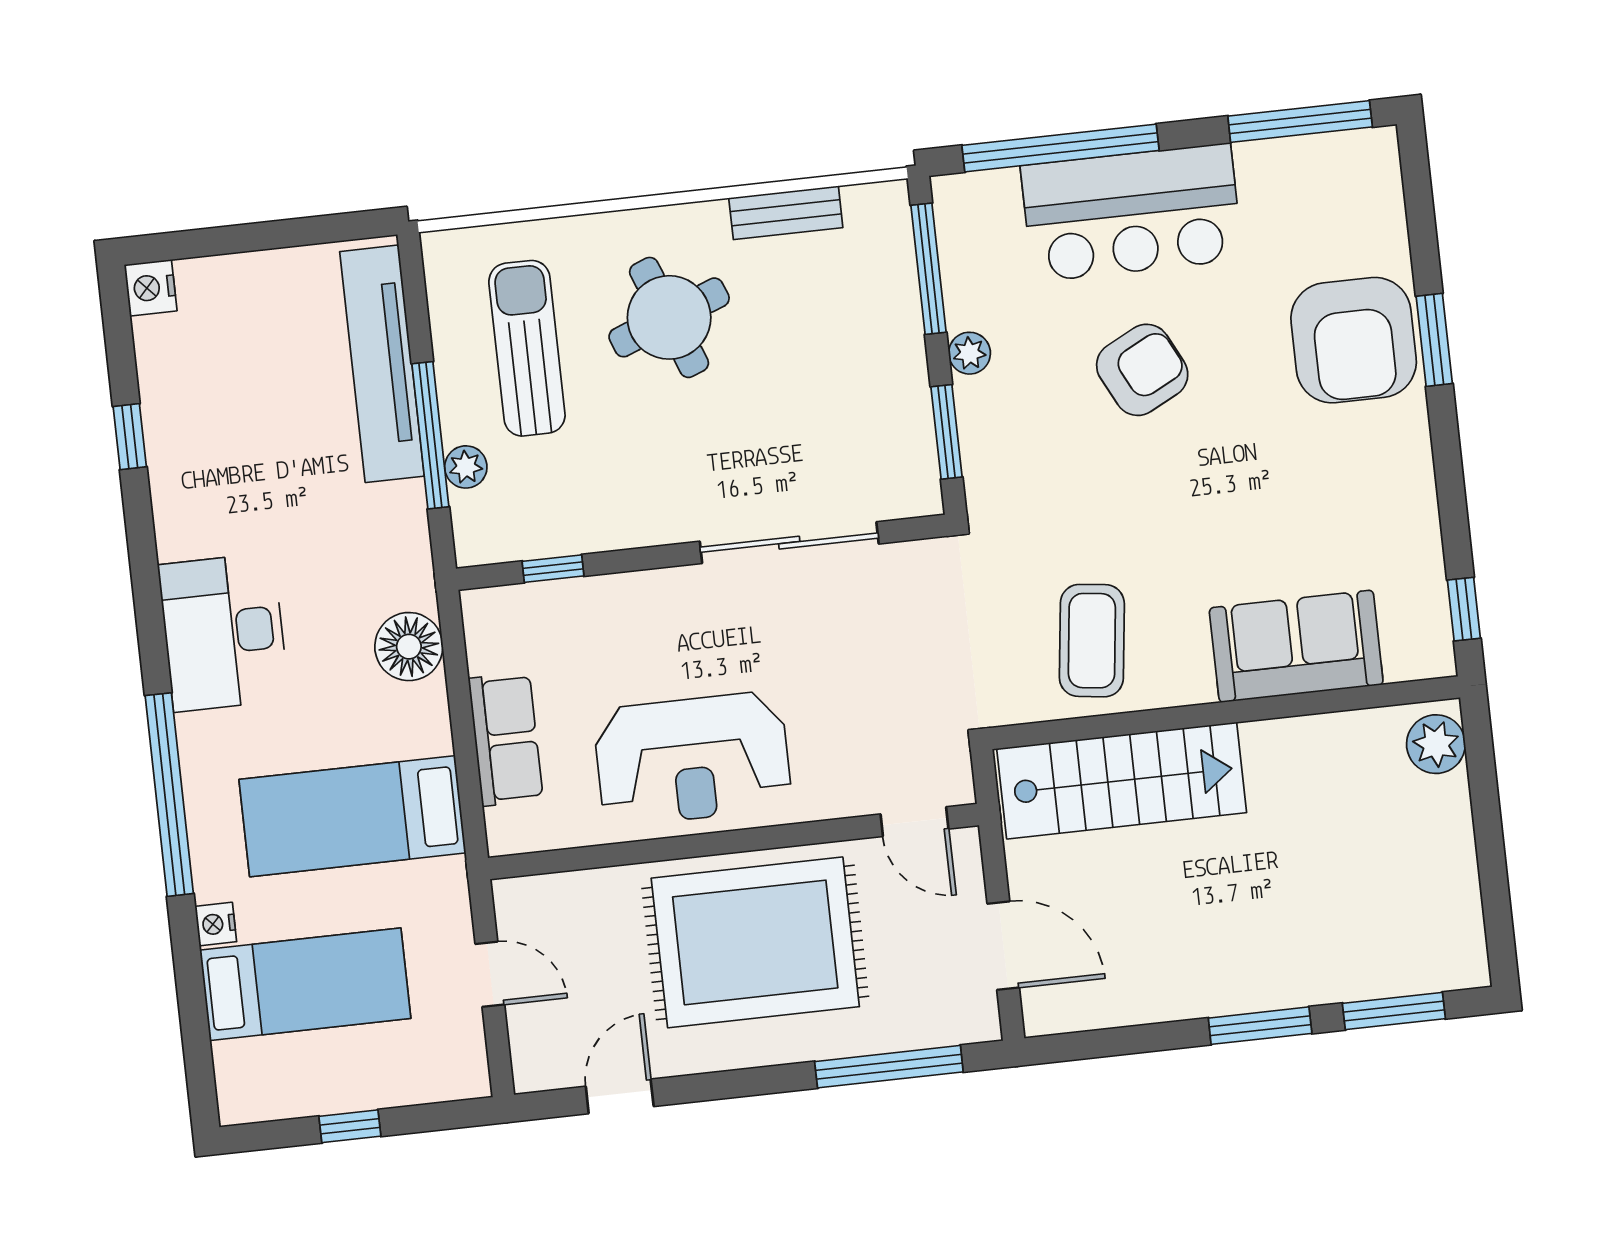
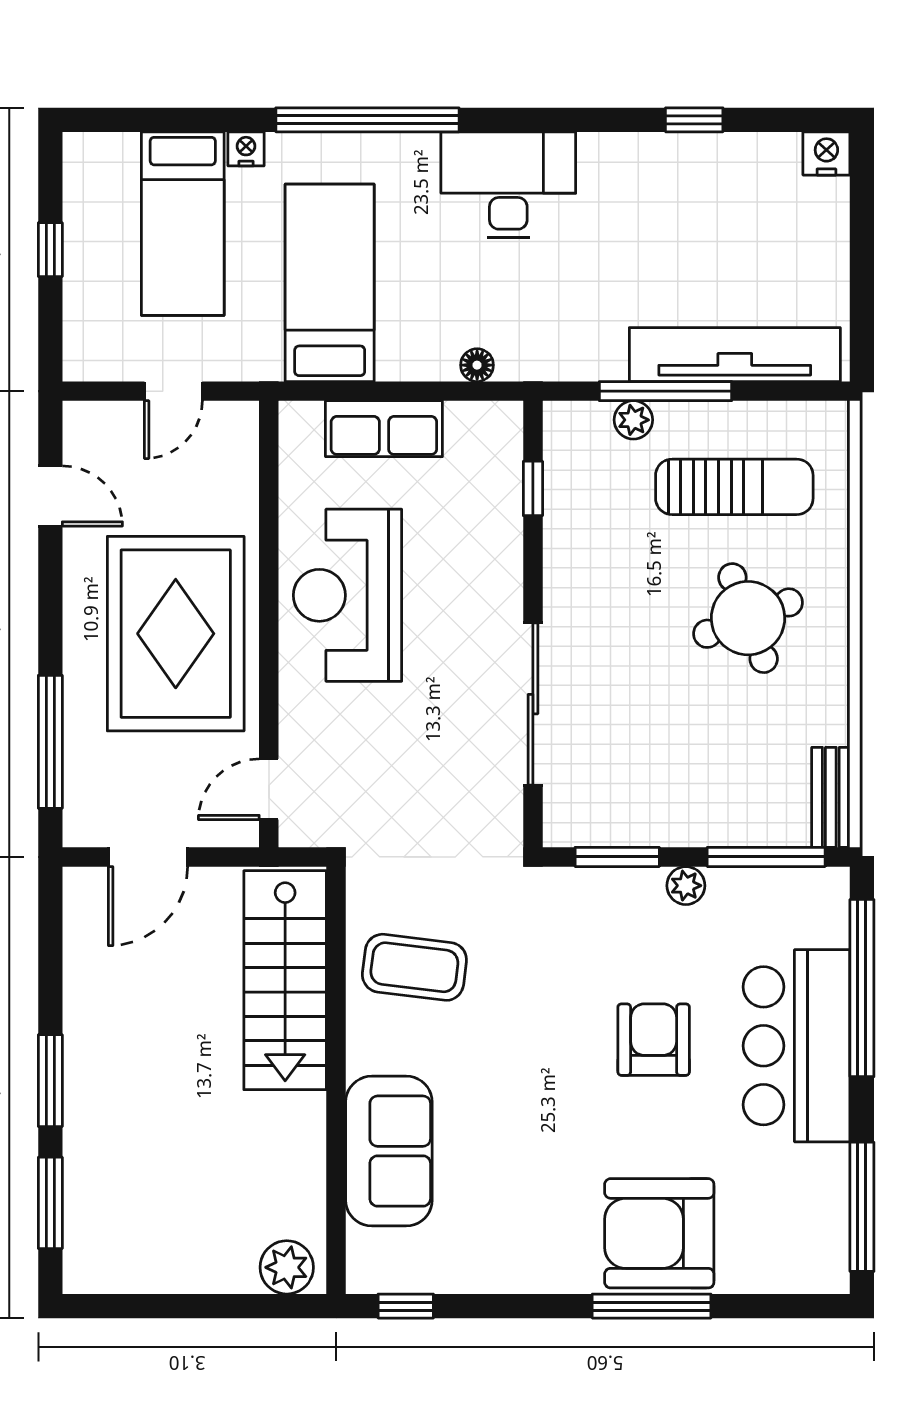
bench: (786, 213) -> (831, 797), moved
window: (1434, 340) -> (652, 1306), width x1.44
armchair: (1142, 370) -> (654, 1040), turned -153
floor lamp: (409, 647) -> (477, 365), width x0.53, depth x0.53

